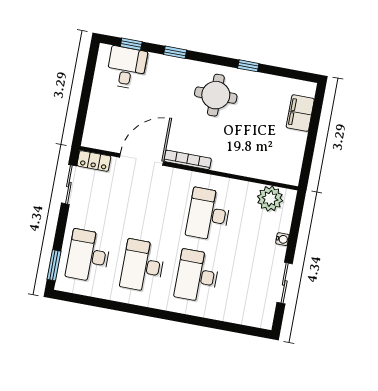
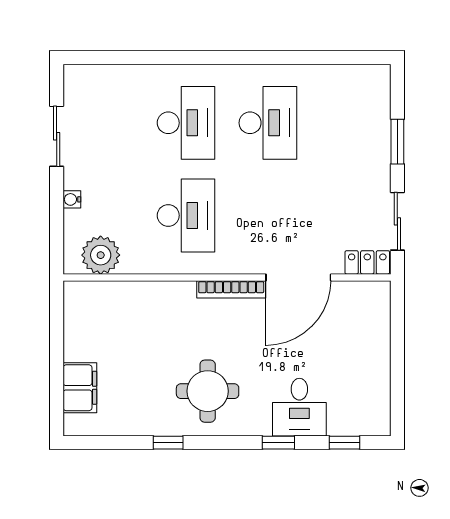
desk: (127, 68) -> (299, 407), moved
desk: (88, 256) -> (350, 123), removed
window: (54, 265) -> (397, 142), moved

